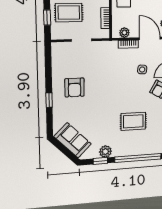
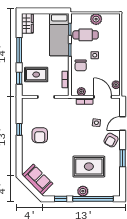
window: (49, 100) -> (19, 129), moved
rug: (133, 121) -> (89, 167), width x1.36, depth x1.43
plant: (105, 152) -> (83, 191), moved

